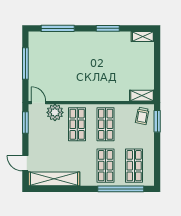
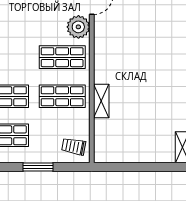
shelving: (142, 96) -> (101, 101), moved
window: (157, 121) -> (38, 167), moved

